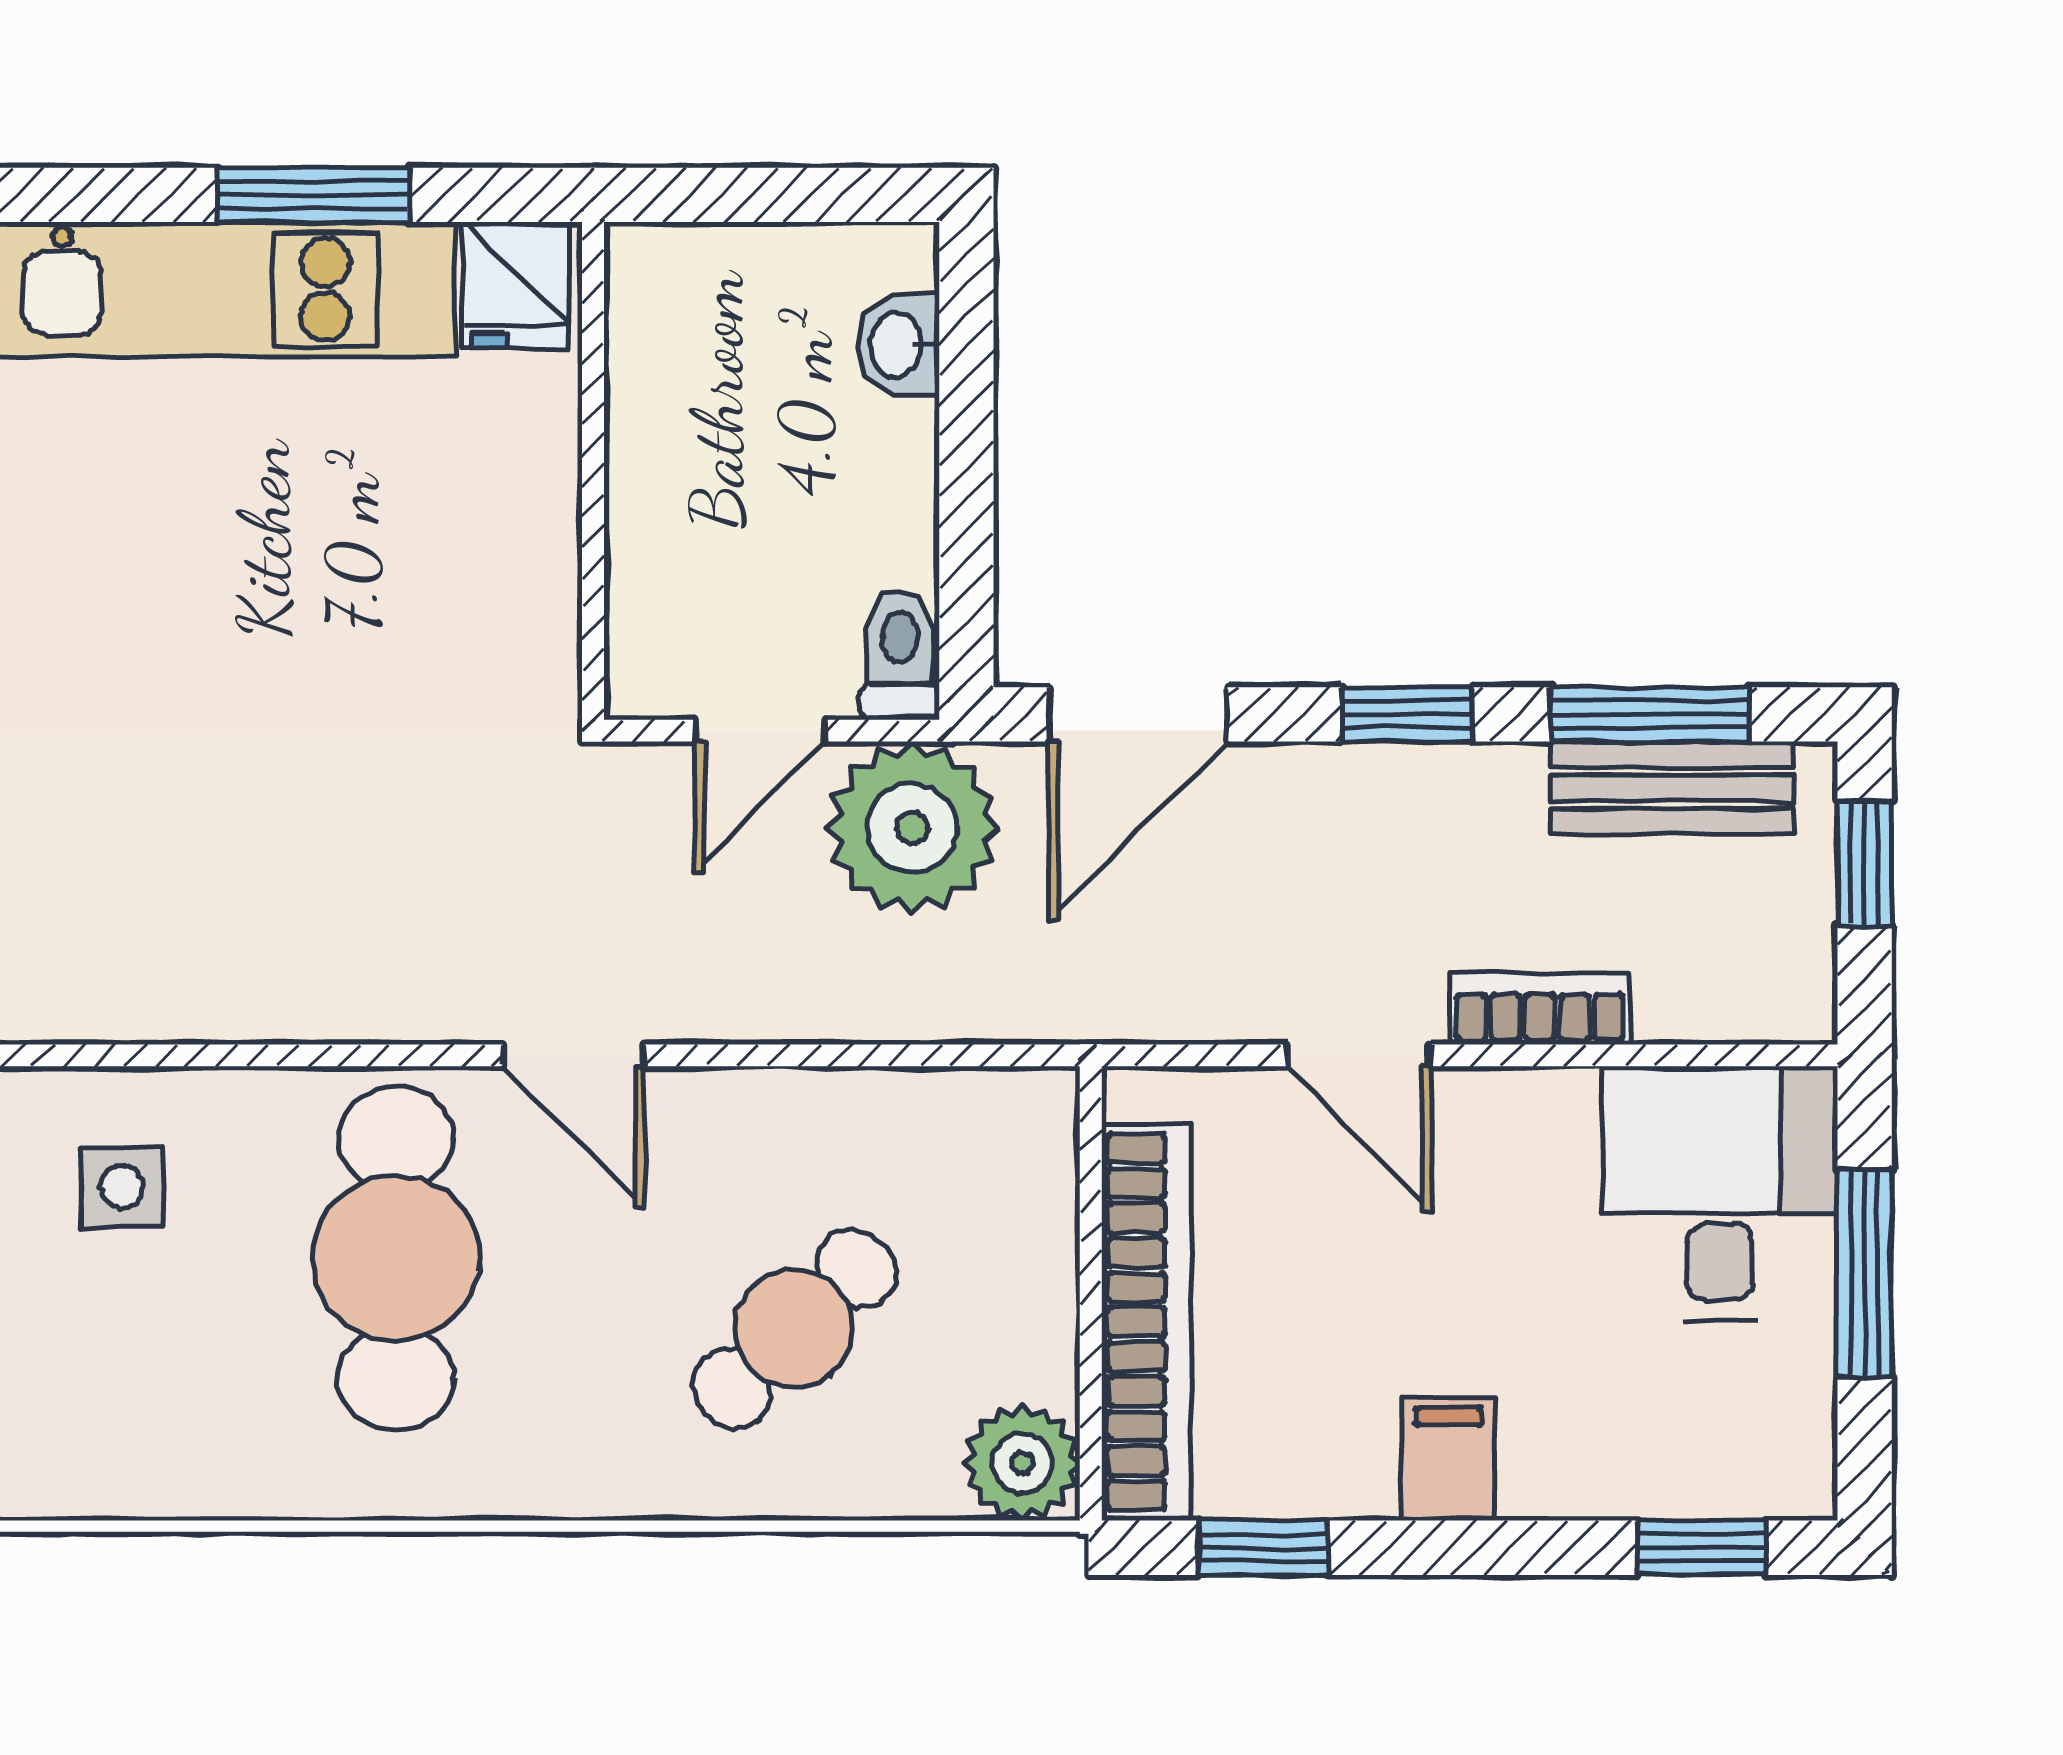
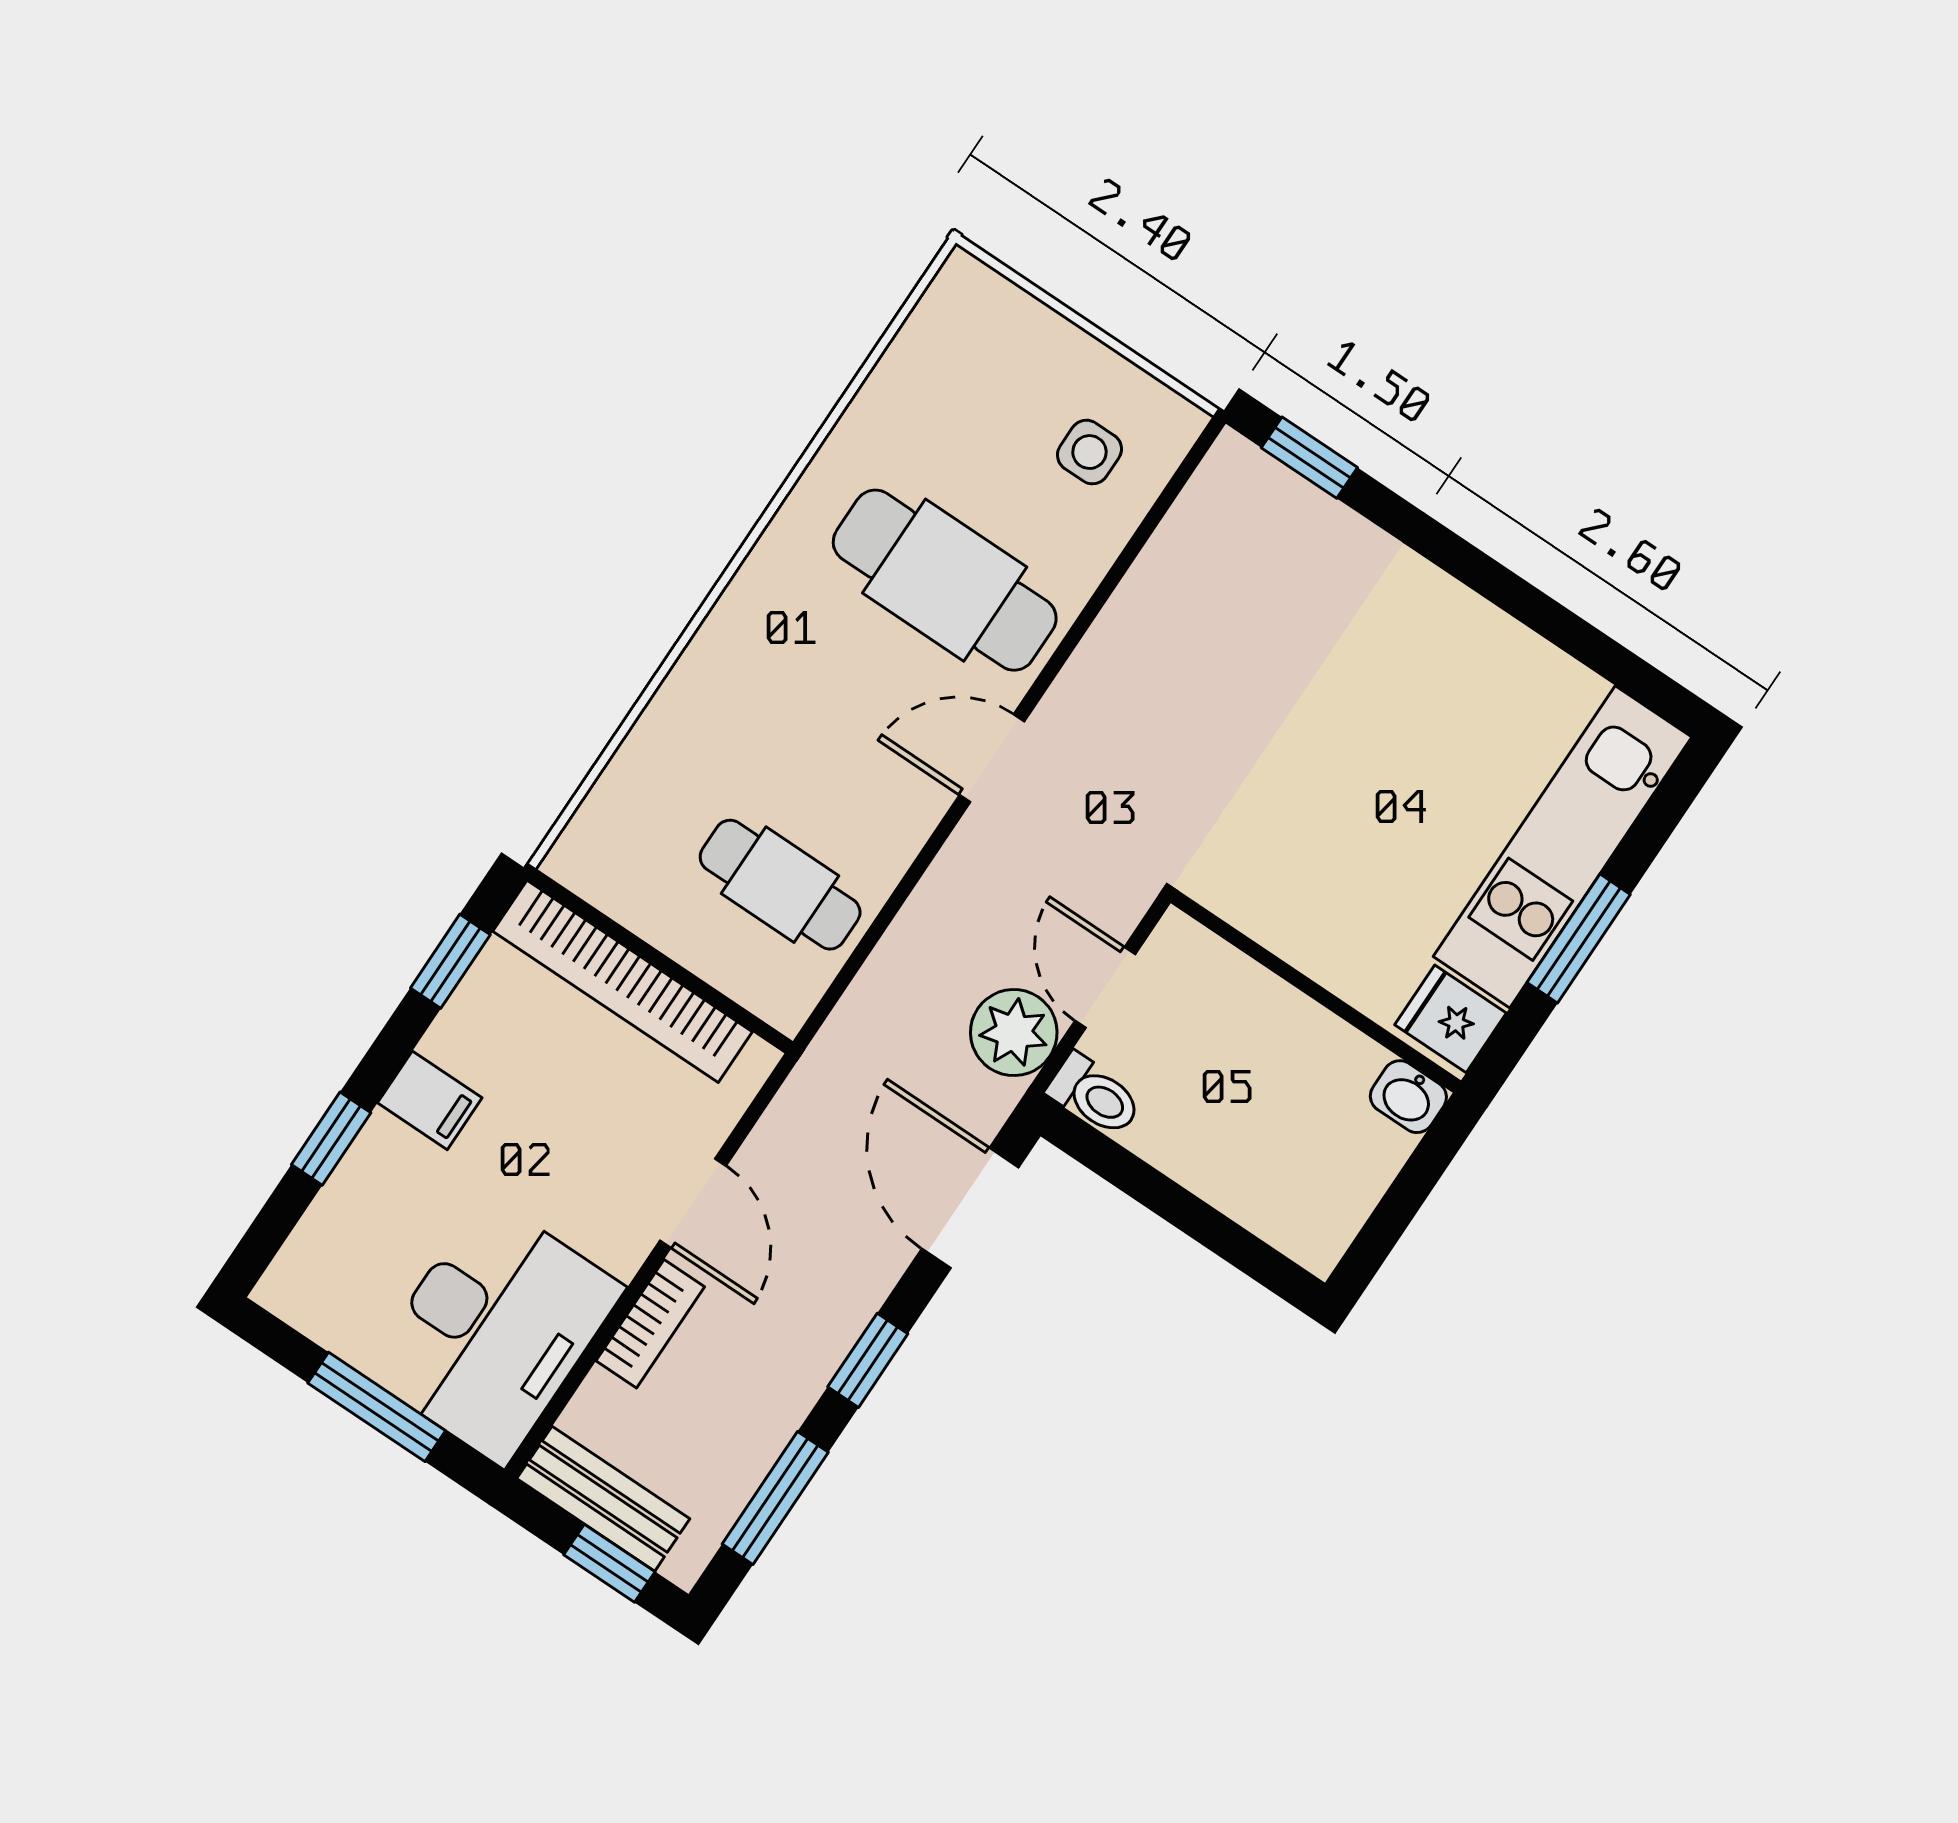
washbasin: (898, 345) -> (1408, 1097), moved, turned 180
bench: (1672, 788) -> (603, 1499), moved, turned 90
plant: (912, 828) -> (1014, 1033), width x0.73, depth x0.73
door: (1359, 1055) -> (693, 1203), swing flipped
desk: (1720, 1193) -> (494, 1330), width x1.37
cafe table: (794, 1329) -> (780, 885), moved, turned -46
plant: (1022, 1463) -> (590, 857), removed
window: (1701, 1548) -> (331, 1139), moved

